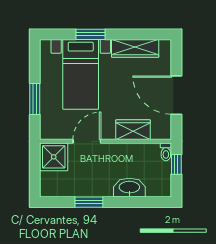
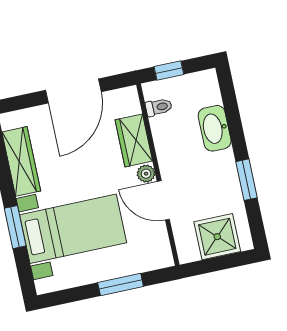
plant: (108, 133) -> (146, 174), added
toilet: (166, 152) -> (159, 107), moved
shower: (54, 157) -> (217, 237), moved

